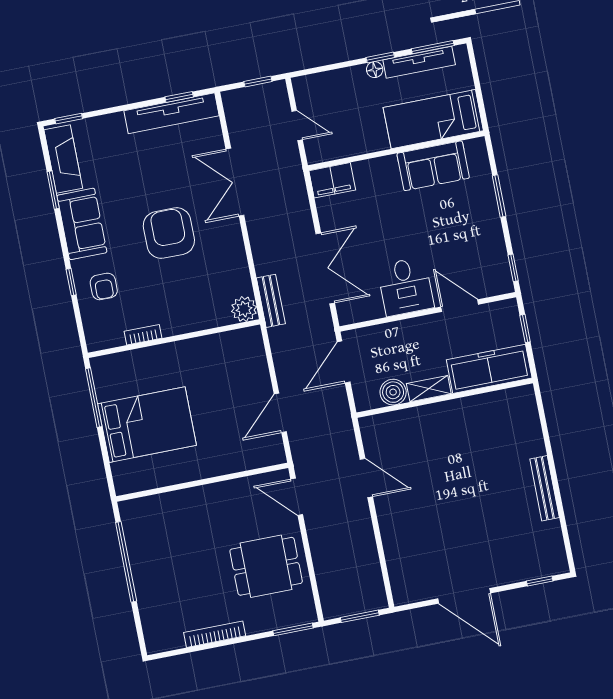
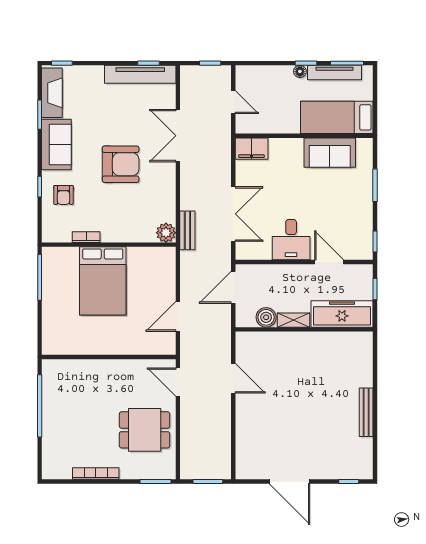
armchair: (169, 233) -> (121, 164), turned 90
bed: (147, 425) -> (103, 281), moved, turned 90

